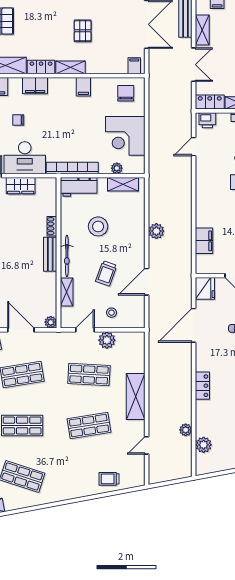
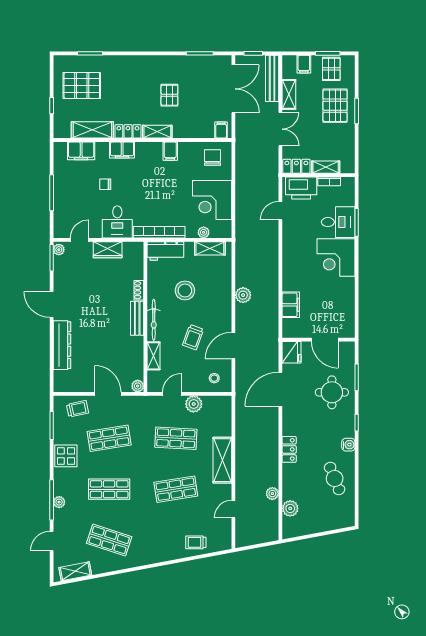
printer: (207, 120) -> (301, 188), width x1.87, depth x1.48
desk: (25, 158) -> (117, 222), width x0.73
stool: (111, 313) -> (214, 378), moved

